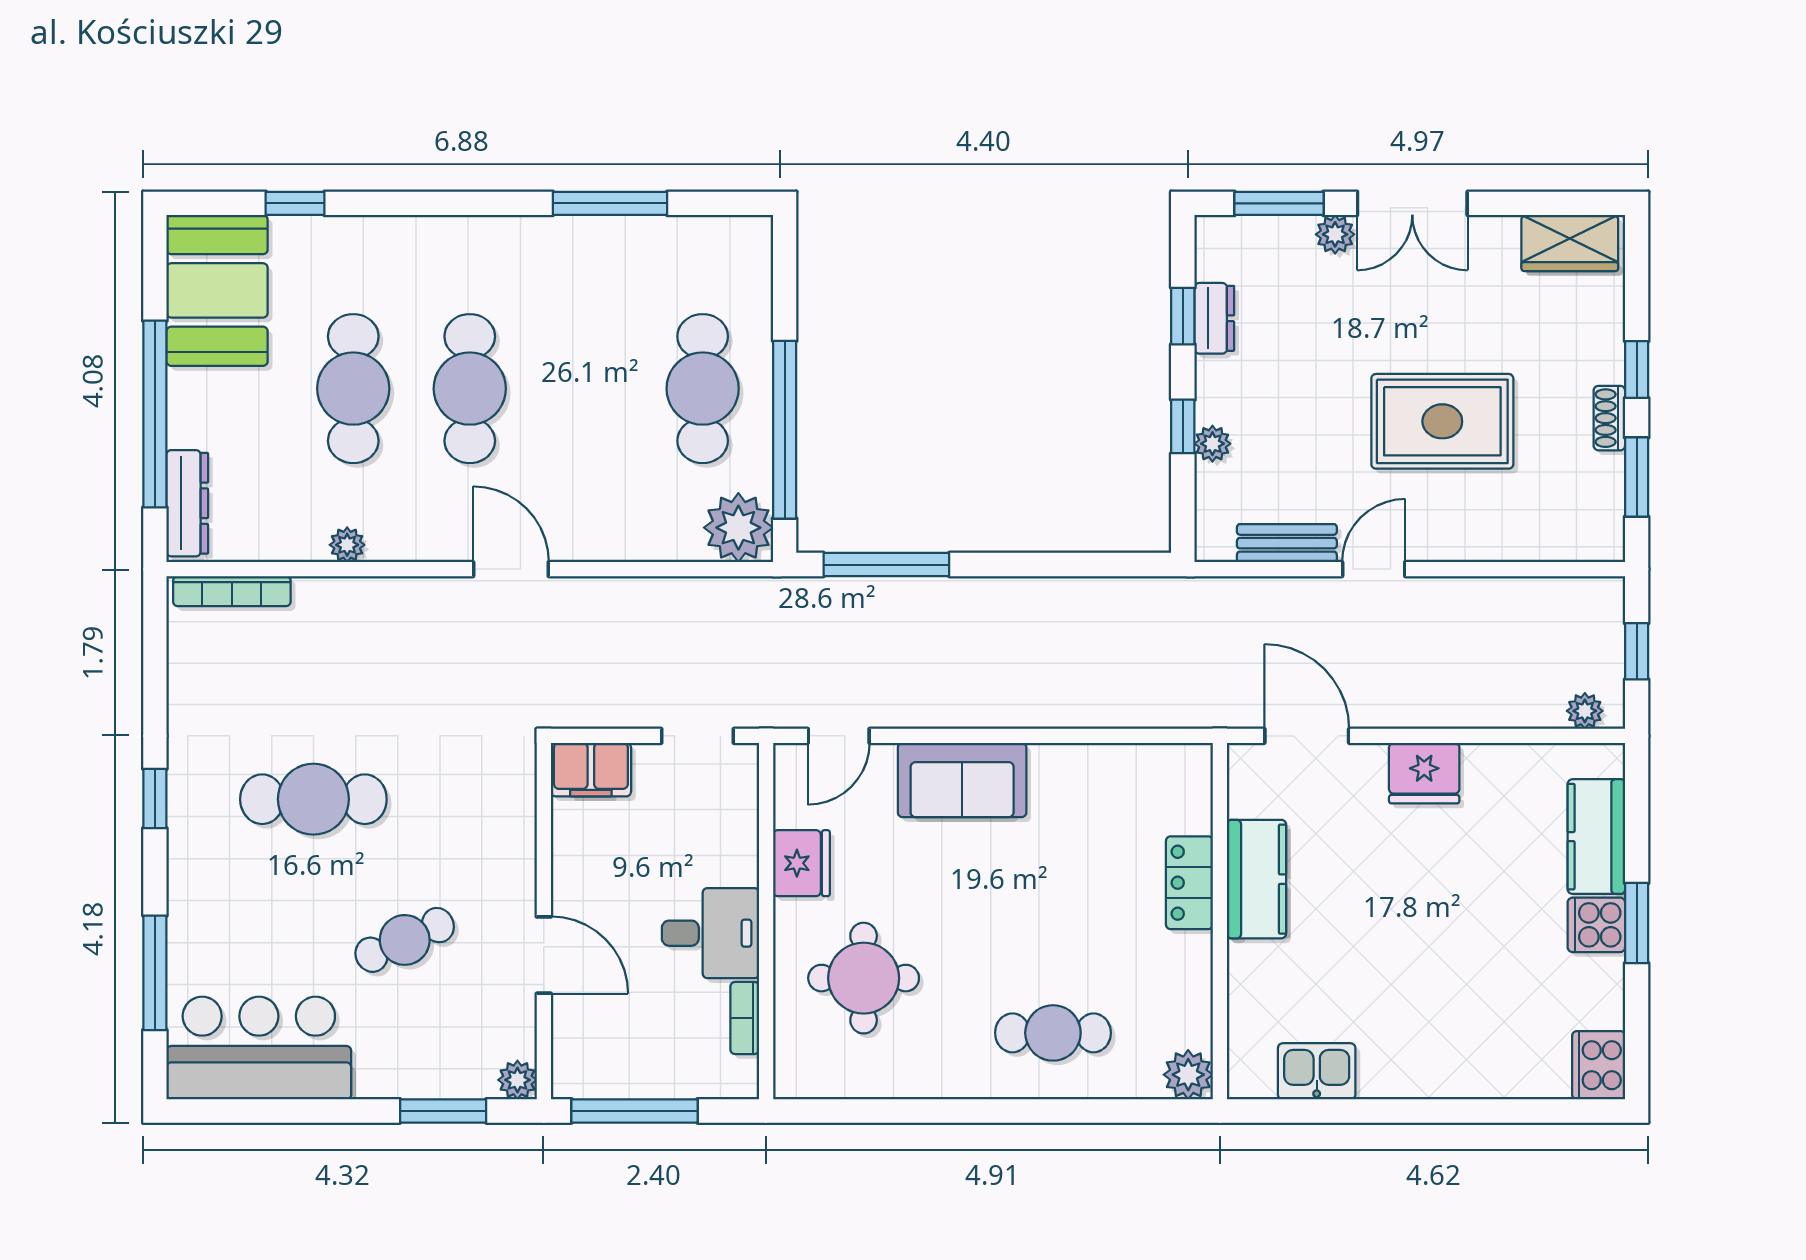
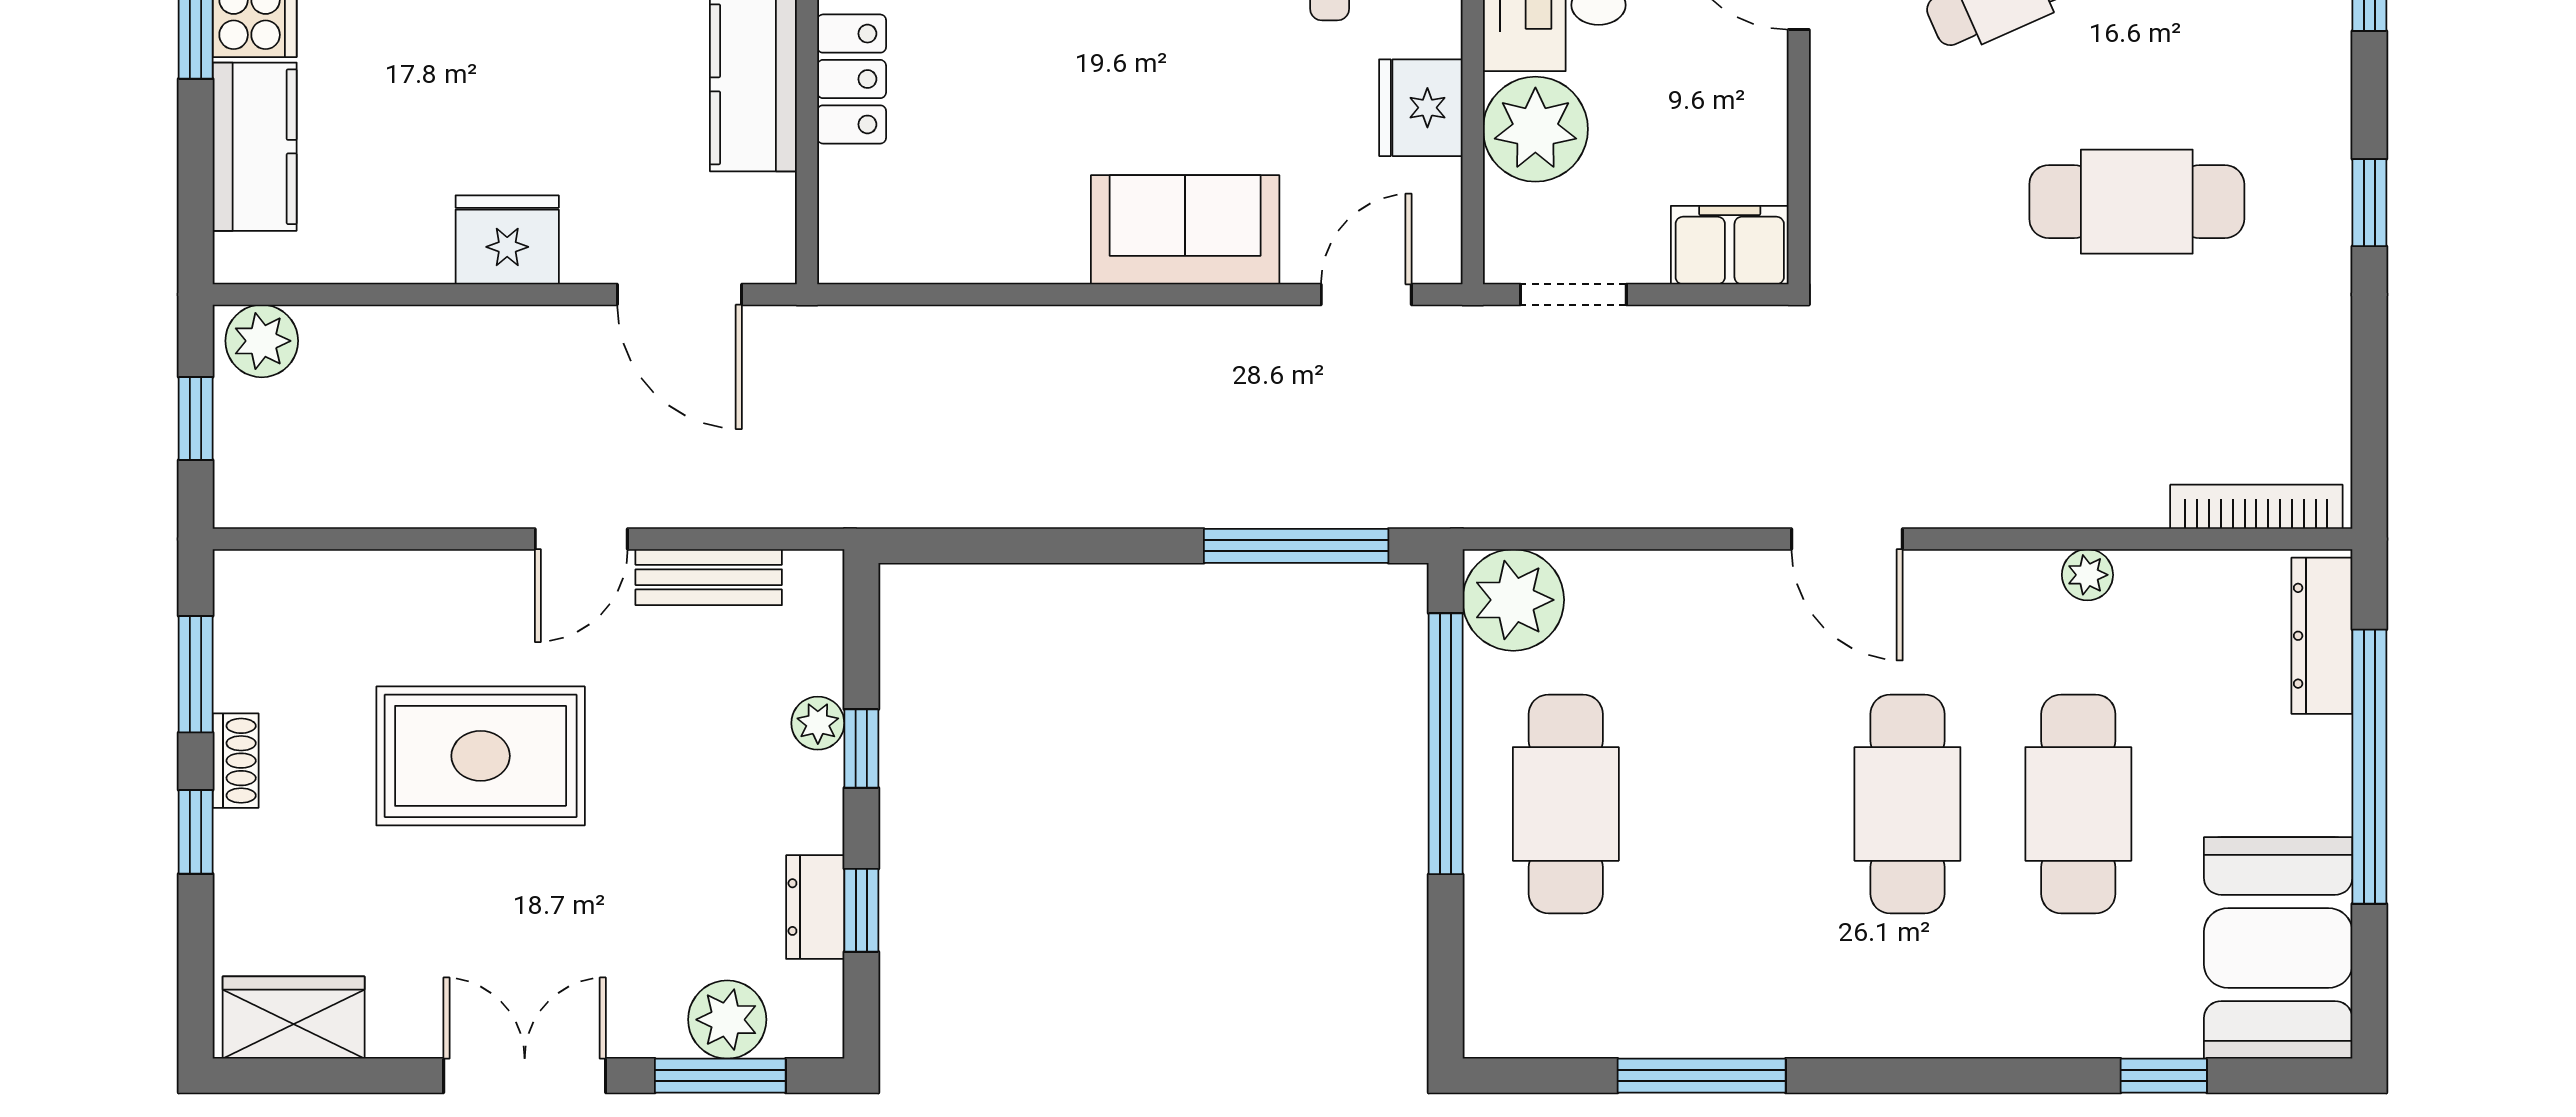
plant: (1335, 234) -> (727, 1020), moved, width x1.38, depth x1.38
plant: (1585, 711) -> (262, 341), width x1.38, depth x1.38
plant: (723, 849) -> (1535, 129), added

